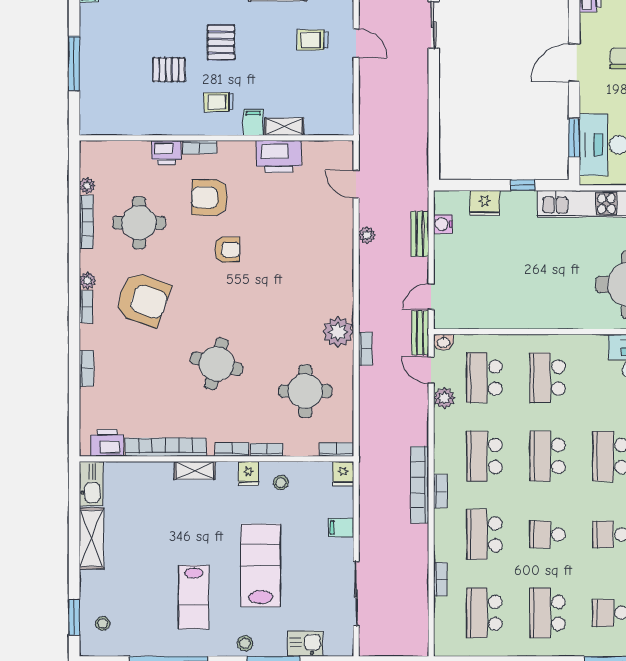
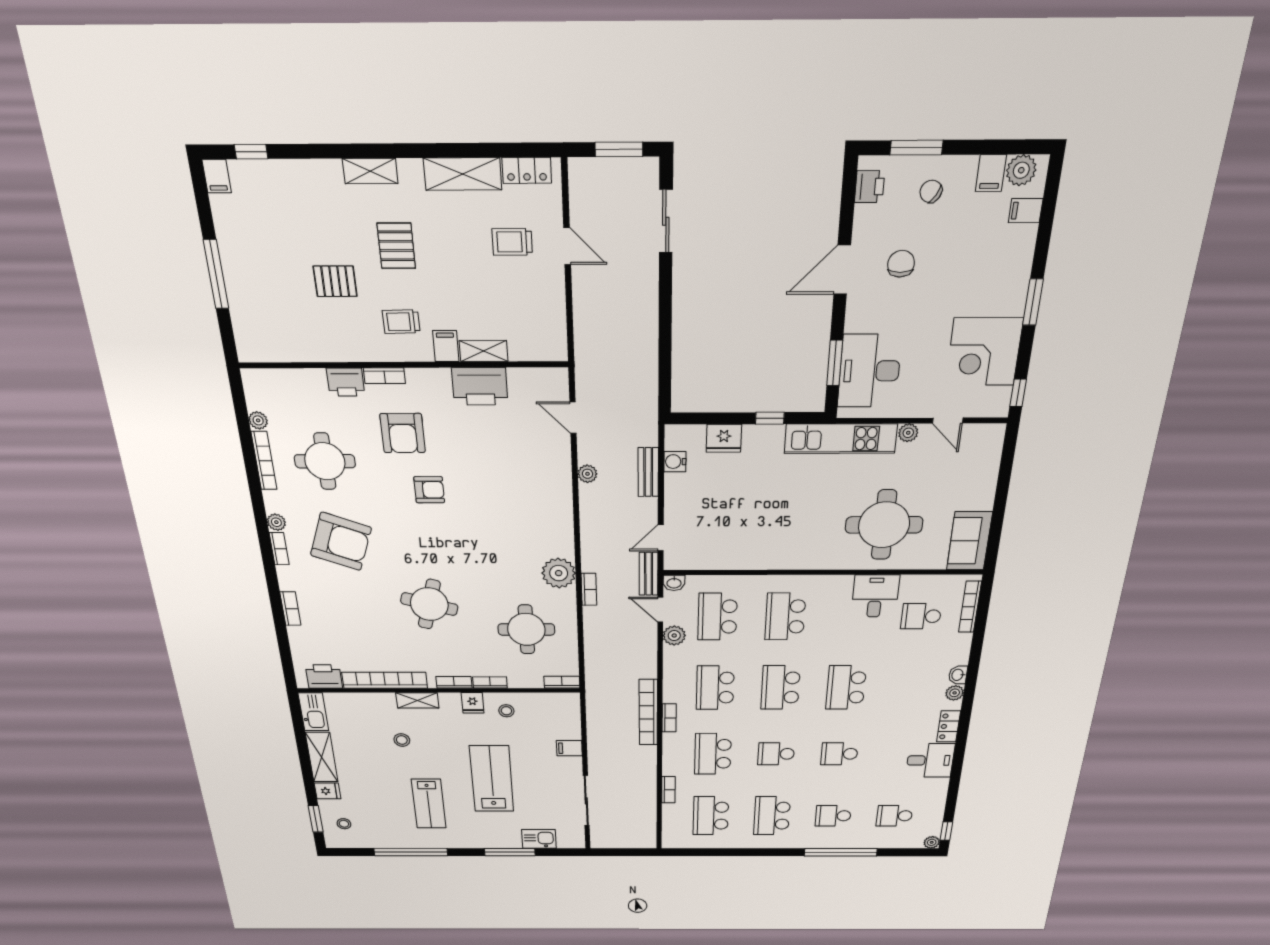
armchair: (209, 197) -> (403, 433), turned -90
fridge: (343, 474) -> (328, 791), moved, turned -90
stool: (245, 643) -> (402, 740), moved

